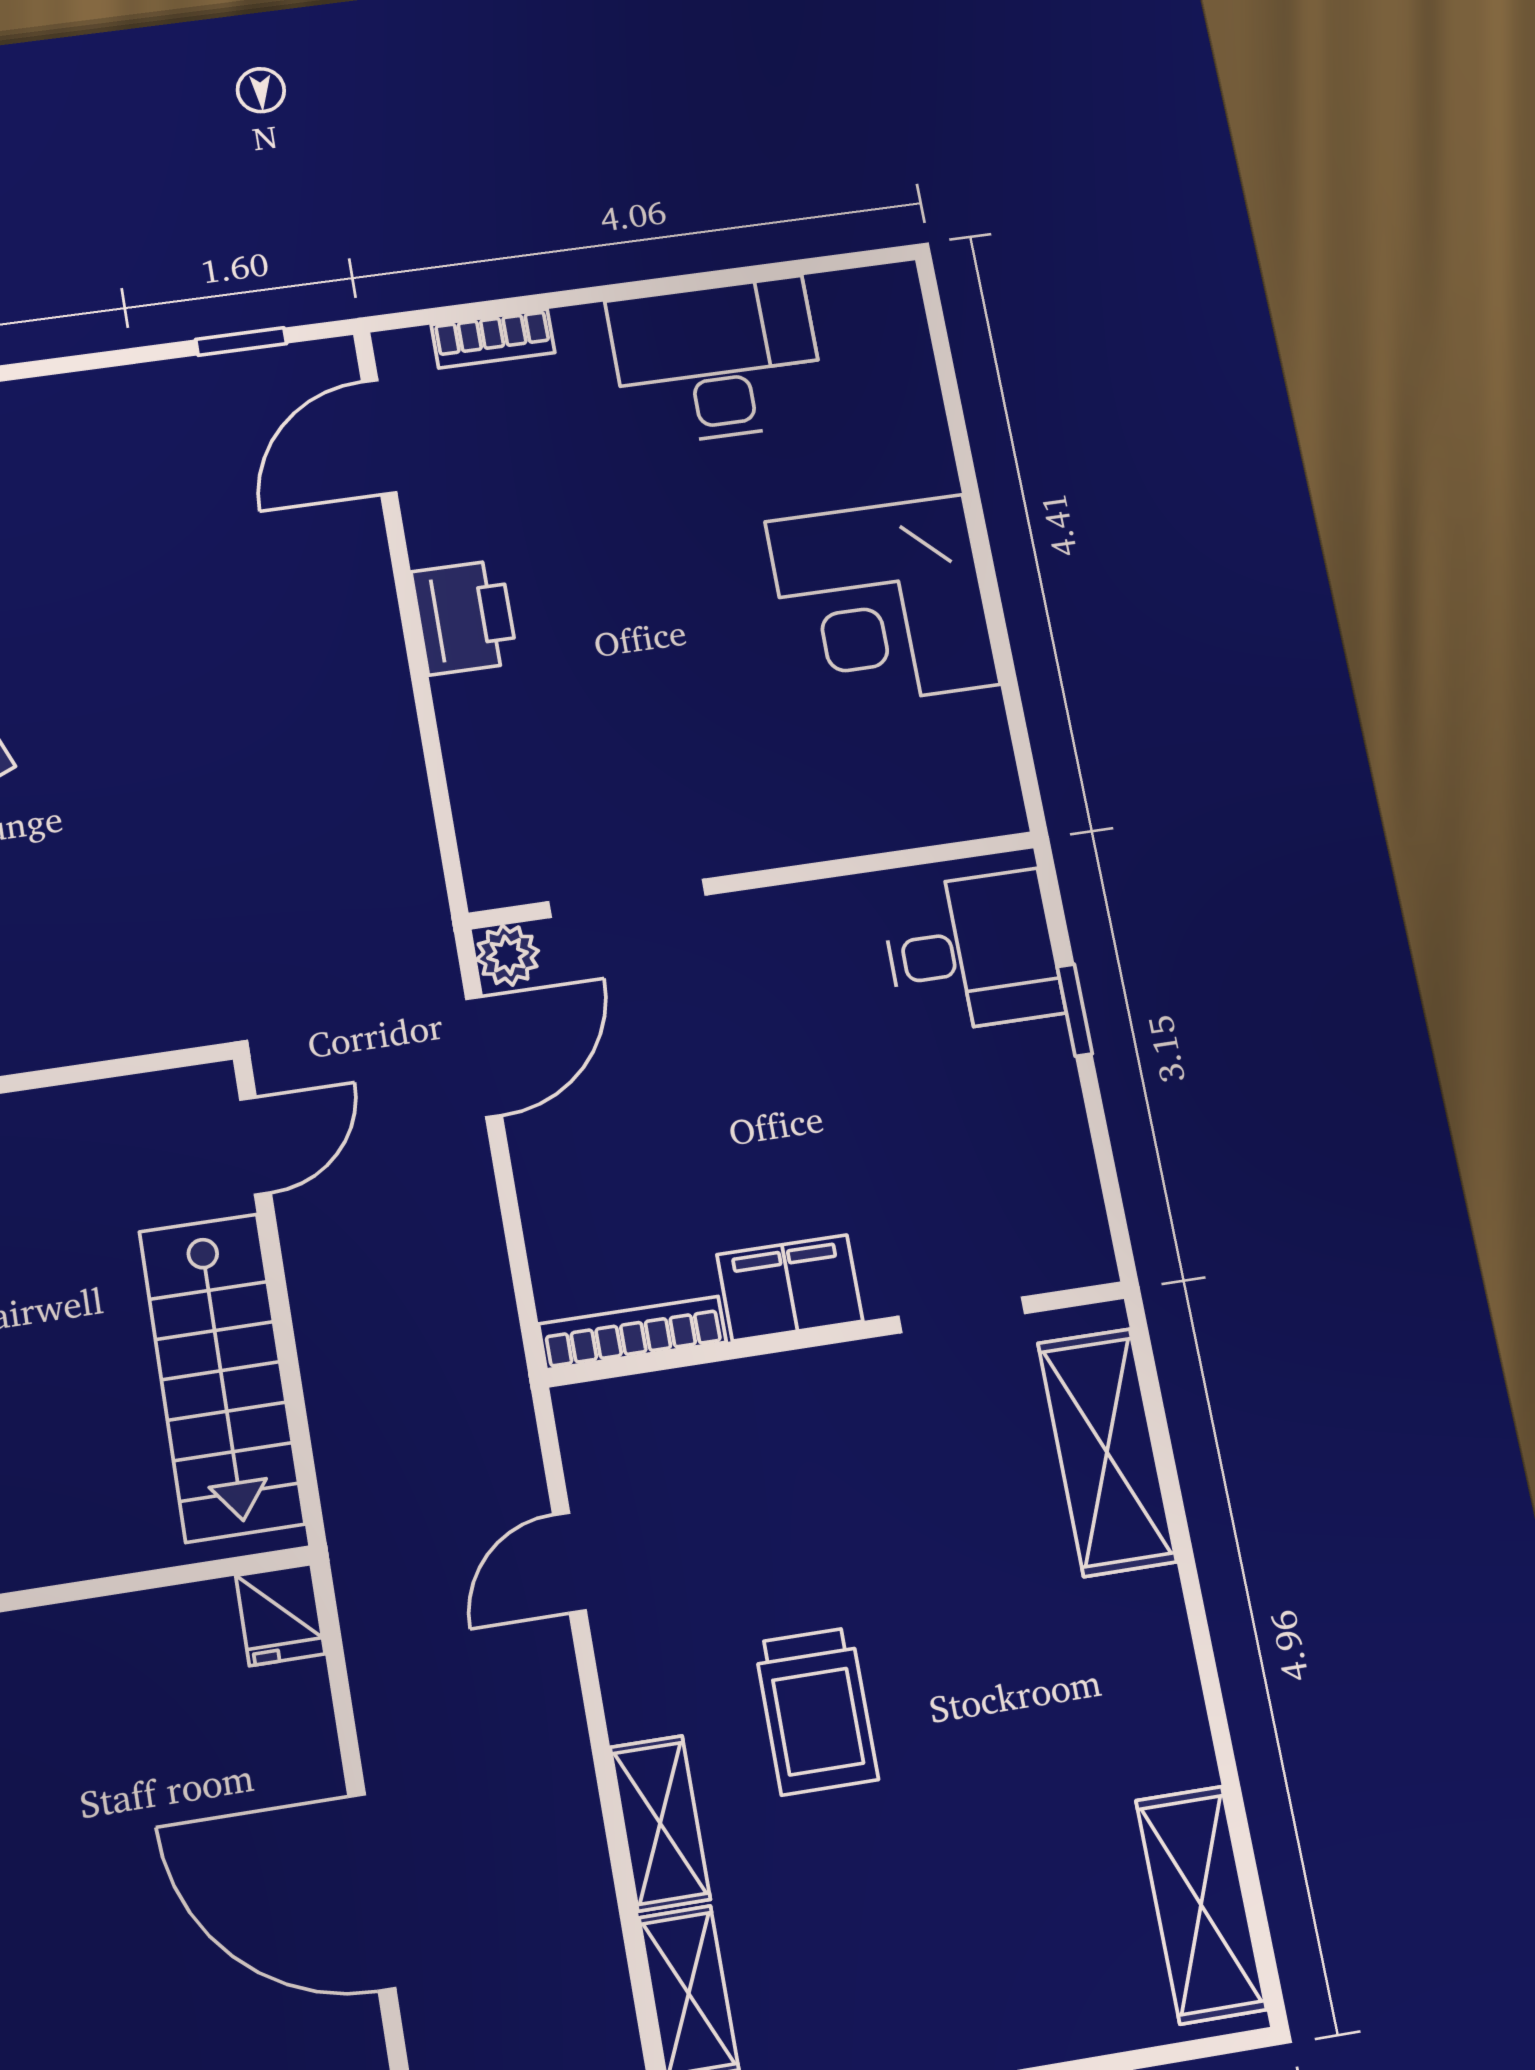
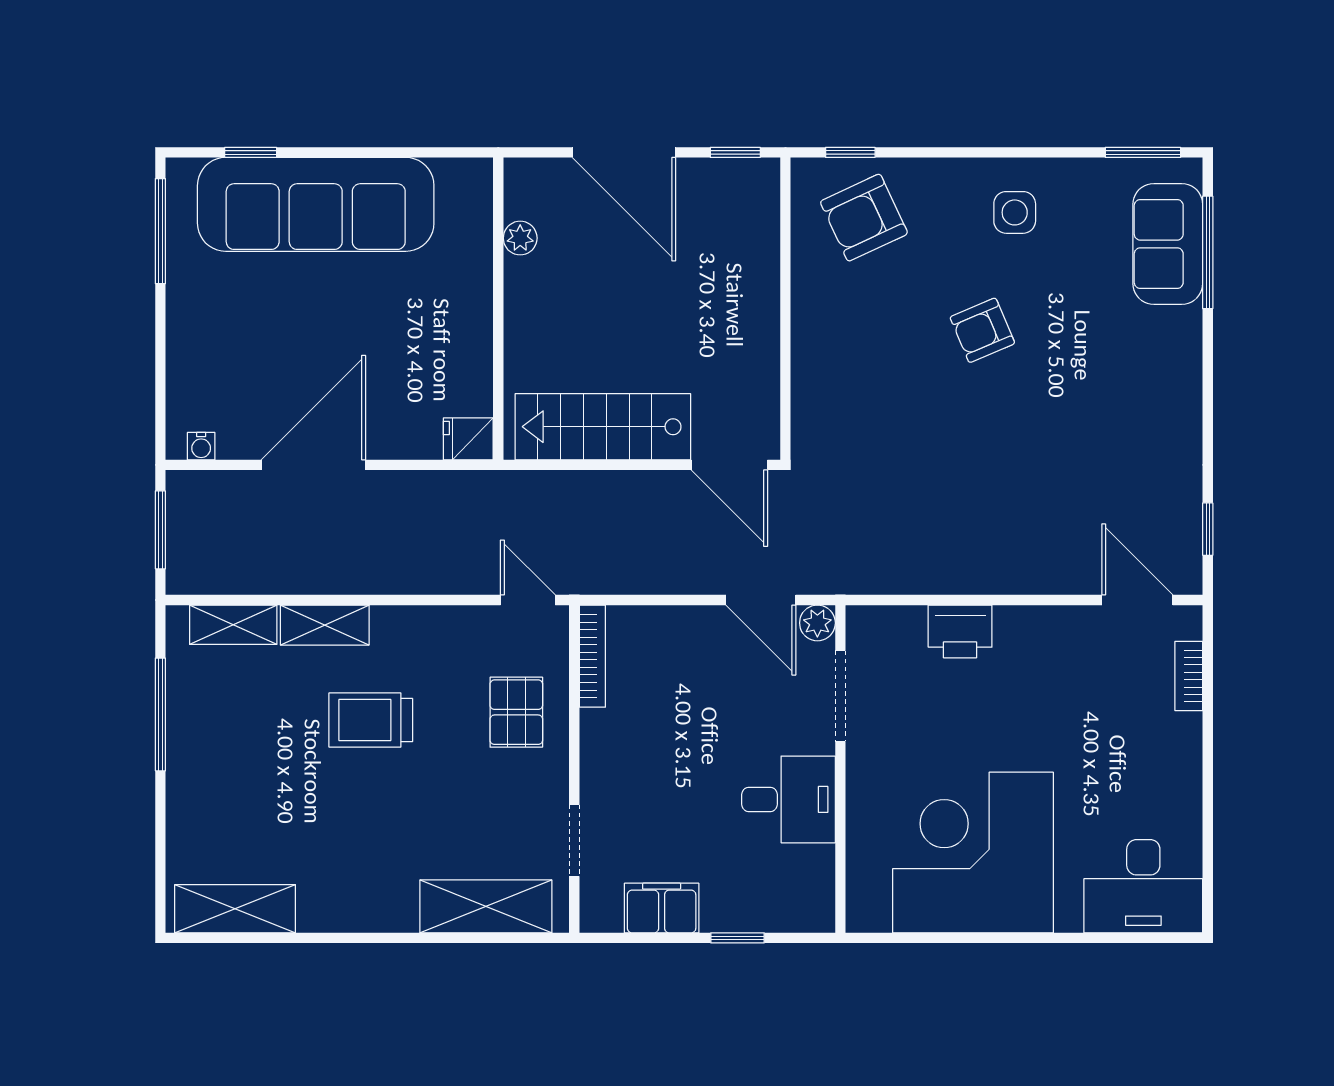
desk: (717, 361) -> (1143, 886), moved, turned 90
corner desk: (882, 603) -> (973, 853), width x1.36, depth x1.36
printer: (465, 617) -> (960, 631), moved
desk: (972, 952) -> (789, 799), moved, turned -90
door: (255, 1146) -> (729, 465), width x1.38
filing cabinet: (790, 1288) -> (662, 908), moved, turned -90
pallet: (755, 1452) -> (516, 712), added
door: (569, 1563) -> (528, 600), moved

